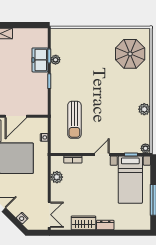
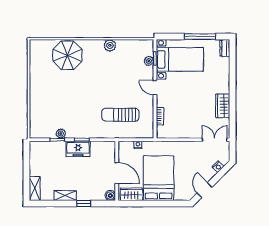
parasol: (130, 54) -> (67, 55), moved
freezer: (40, 60) -> (78, 149), moved
sun lounger: (74, 120) -> (120, 115), turned 180
plant: (145, 148) -> (149, 61), moved
plant: (57, 177) -> (177, 132), removed
dresser: (105, 225) -> (225, 48), moved

